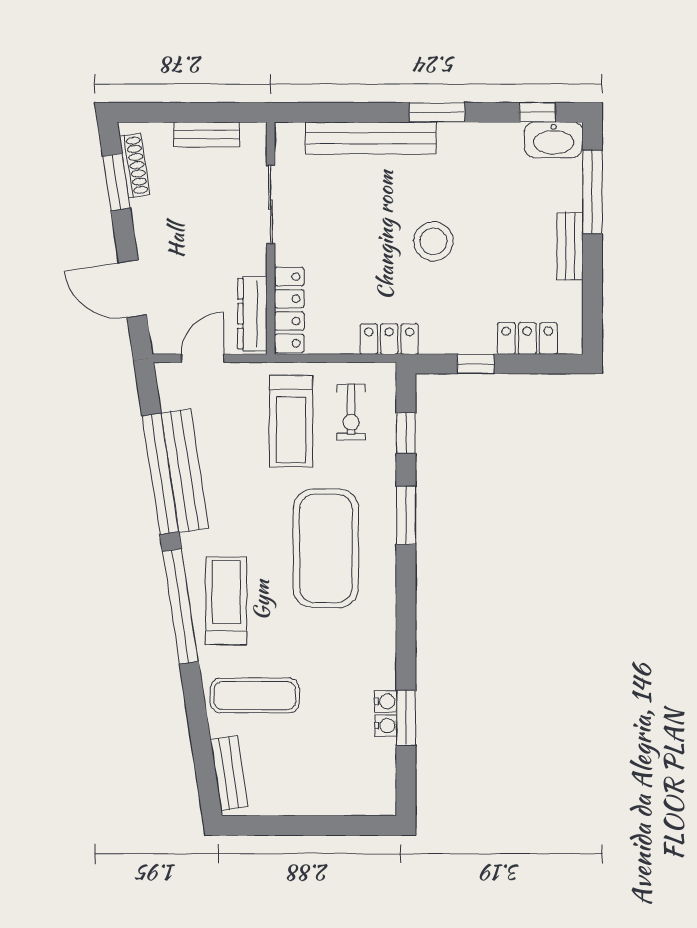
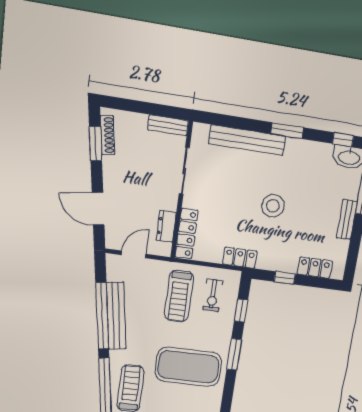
bench: (207, 134) -> (168, 125), moved
dresser: (252, 314) -> (166, 226), width x0.70
exercise mat: (326, 548) -> (188, 367), turned 90

